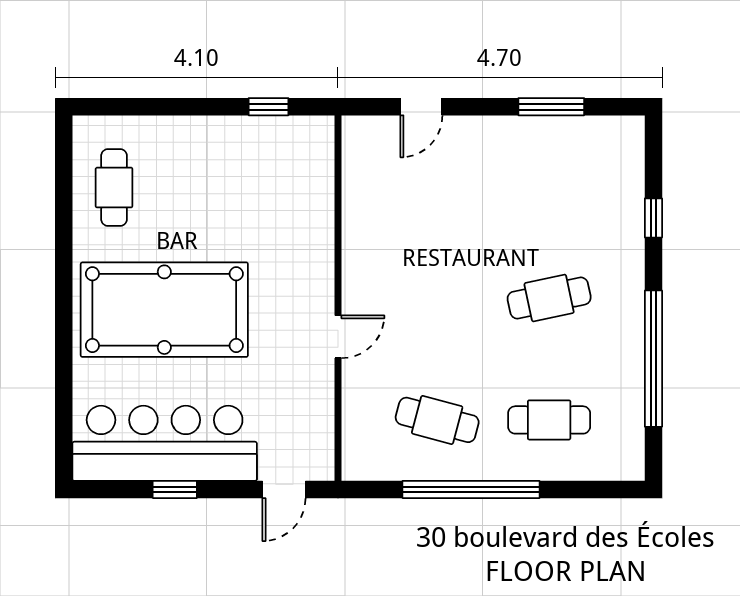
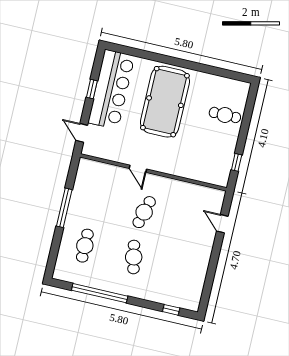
window: (551, 107) -> (210, 276), removed
cafe table: (114, 188) -> (225, 115), moved
window: (653, 218) -> (171, 310), moved
cafe table: (437, 420) -> (144, 212), moved
window: (471, 489) -> (64, 208), width x0.68

